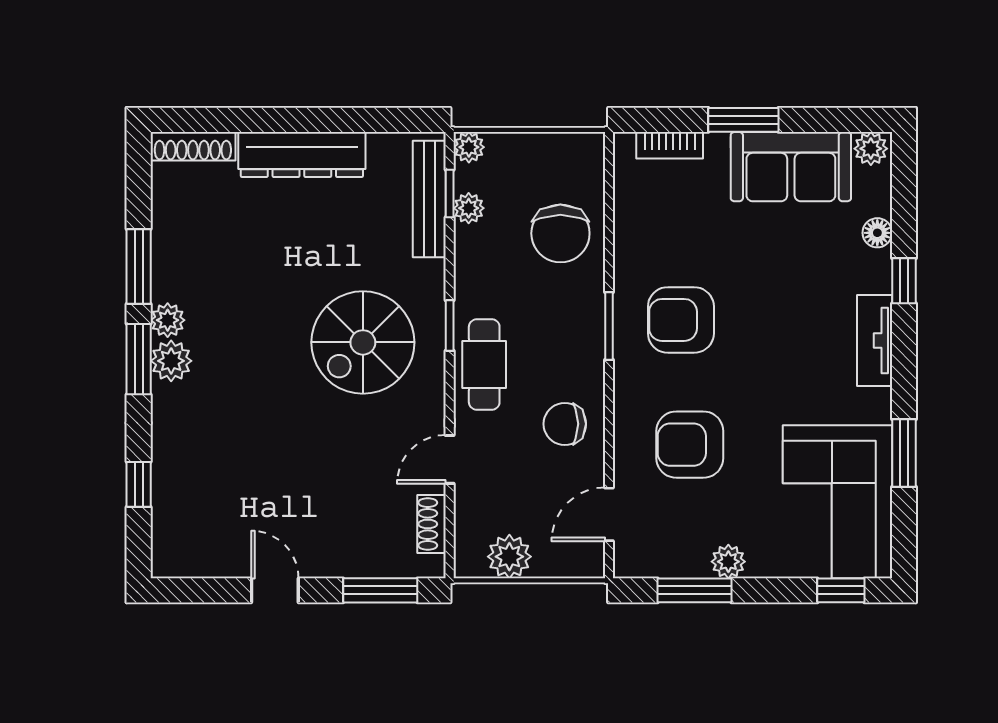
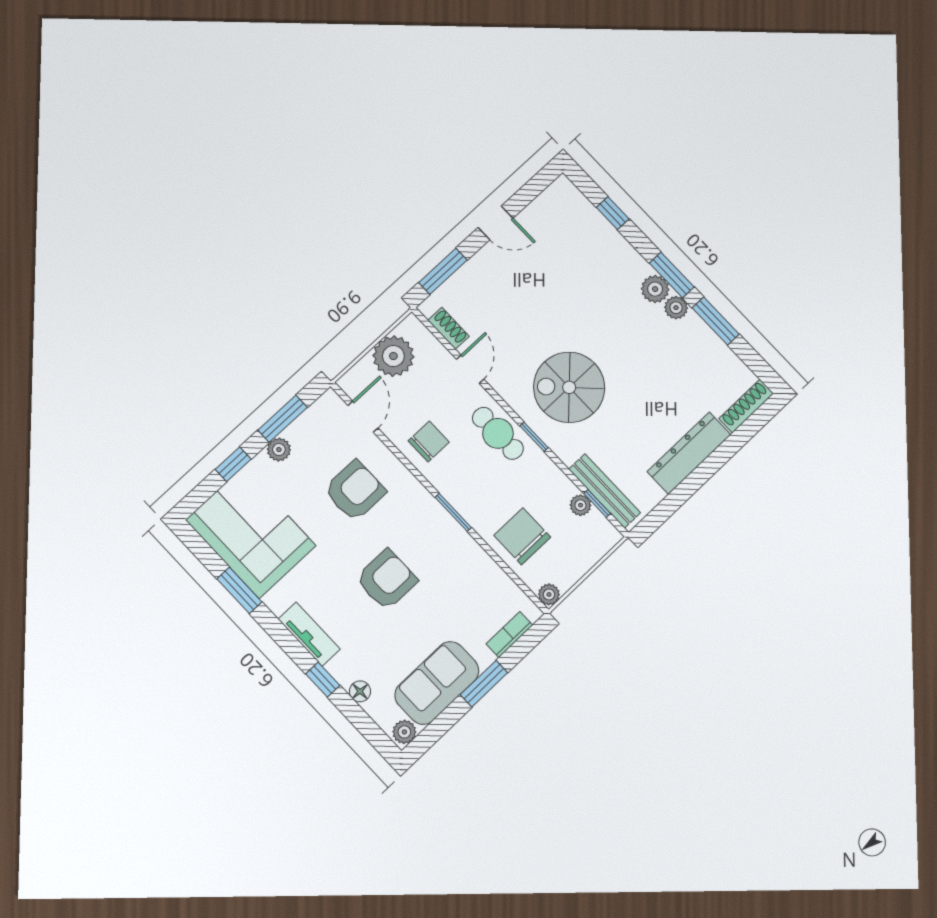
plant: (469, 147) -> (549, 594), moved
armchair: (681, 320) -> (387, 580), moved
spiral stairs: (363, 342) -> (569, 387), turned -90
plant: (509, 557) -> (393, 356), width x1.36, depth x1.36
window: (841, 590) -> (233, 464), moved

